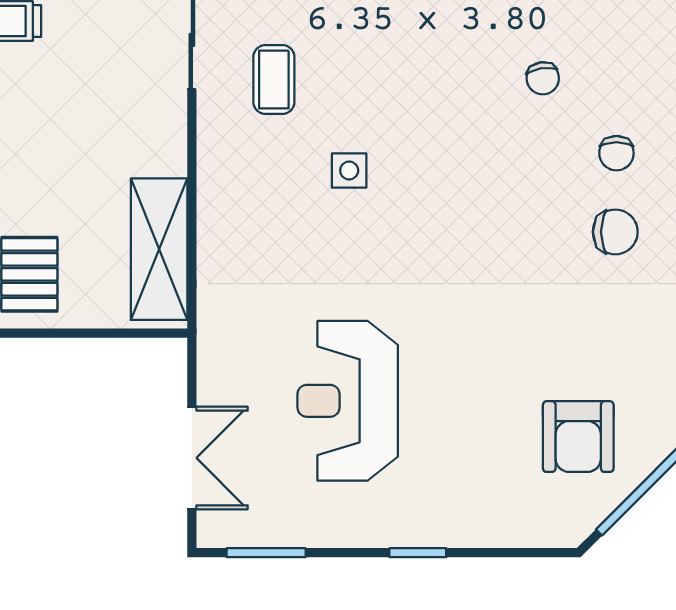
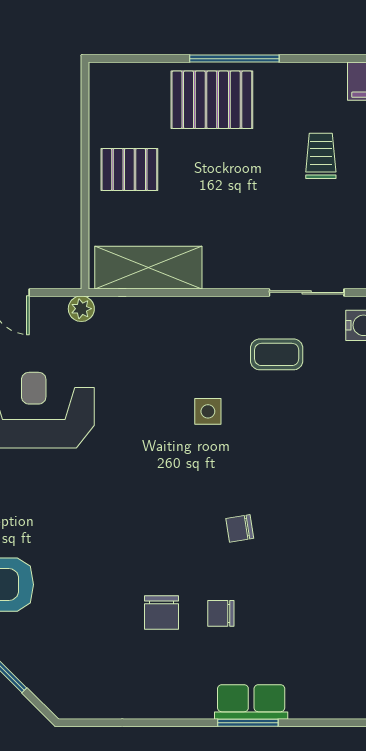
chair: (543, 78) -> (240, 528), moved
plant: (213, 338) -> (81, 309), added

